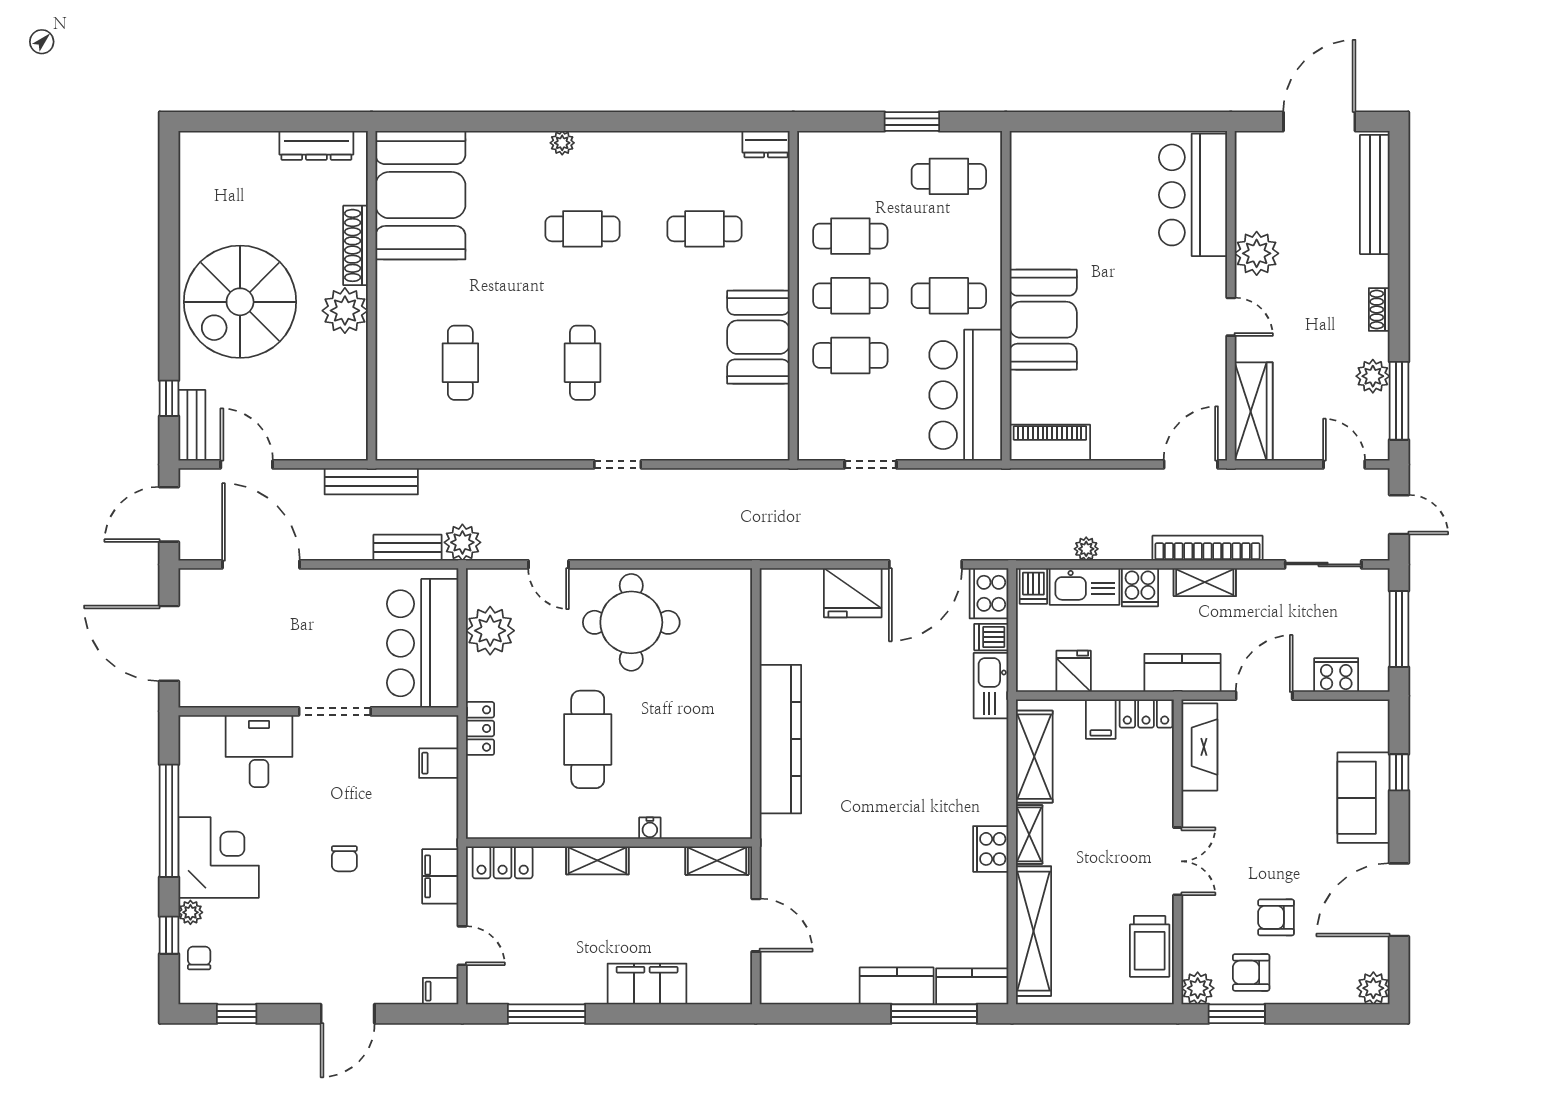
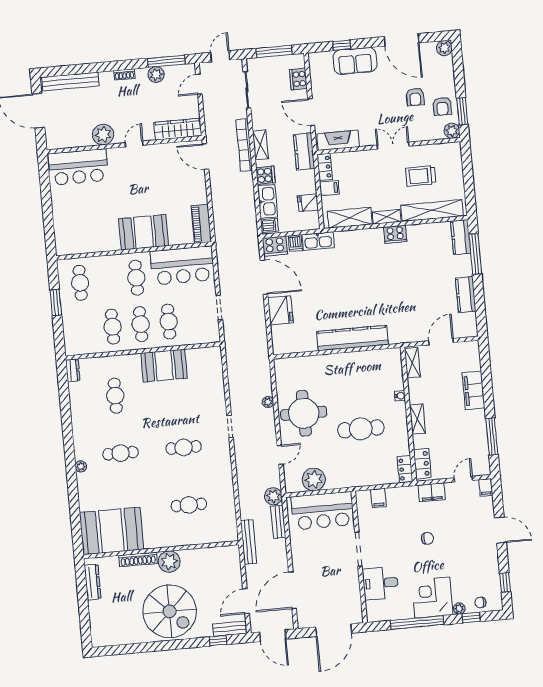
cafe table: (582, 229) -> (121, 453), turned 90
plant: (1086, 549) -> (268, 402), moved
locker: (480, 728) -> (405, 469), moved, turned -90
trolley: (1150, 946) -> (421, 176), moved, turned 180
kitchen counter: (897, 986) -> (466, 295), moved

